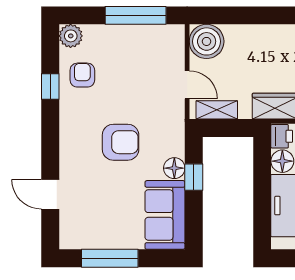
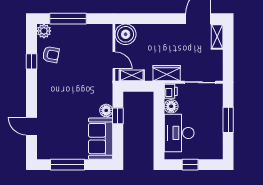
window: (136, 15) -> (68, 19), moved
armchair: (82, 75) -> (51, 54), turned 101
armchair: (121, 142) -> (74, 95), removed

